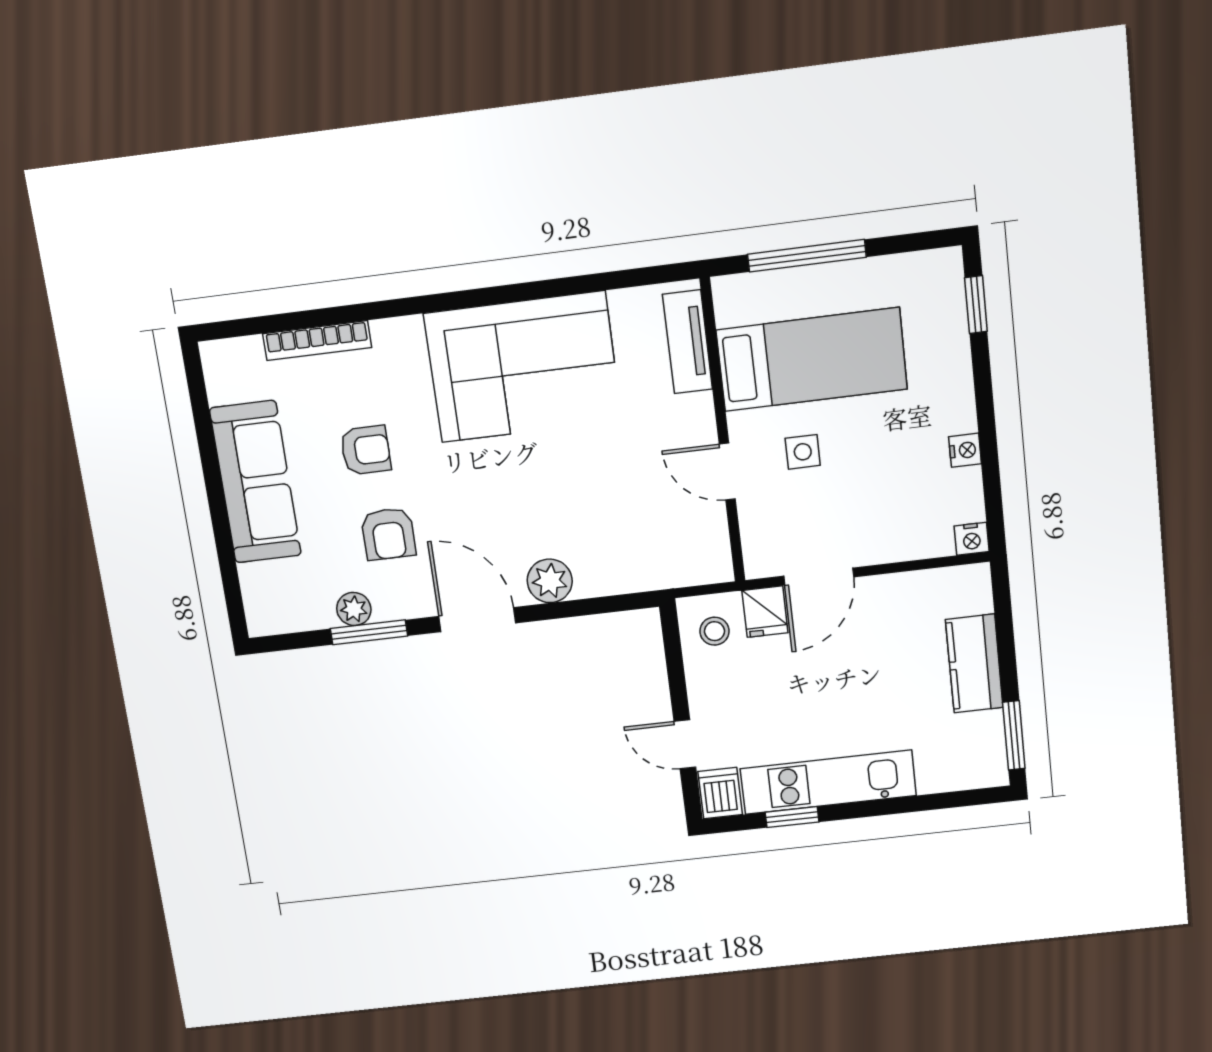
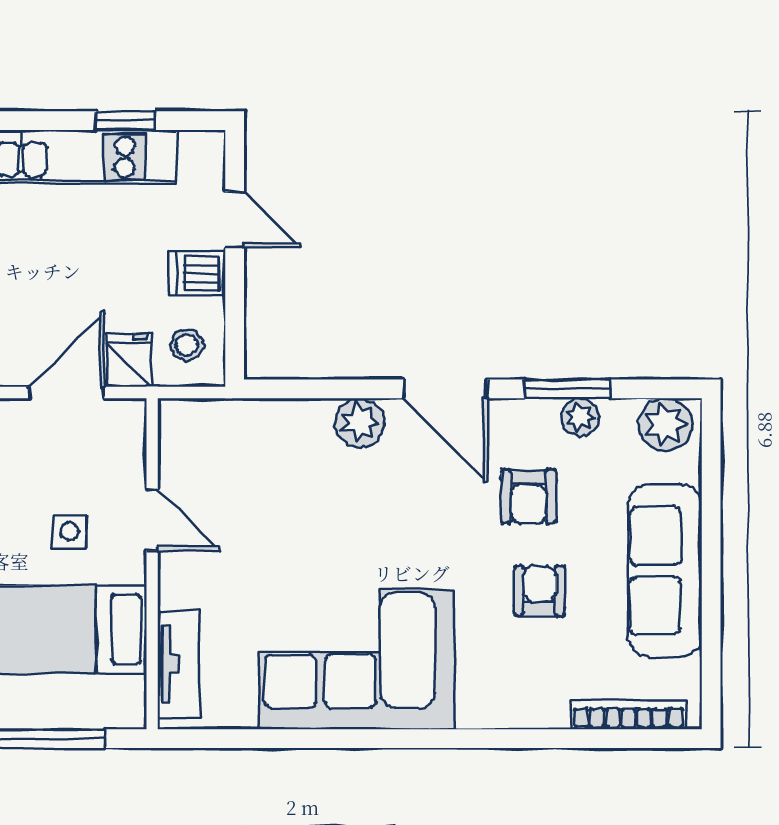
bookcase: (317, 341) -> (628, 715), moved
armchair: (366, 450) -> (539, 591), turned 90
armchair: (388, 534) -> (529, 496), turned 180
plant: (277, 611) -> (665, 425), added
dishwasher: (720, 793) -> (197, 274), moved, turned 90

